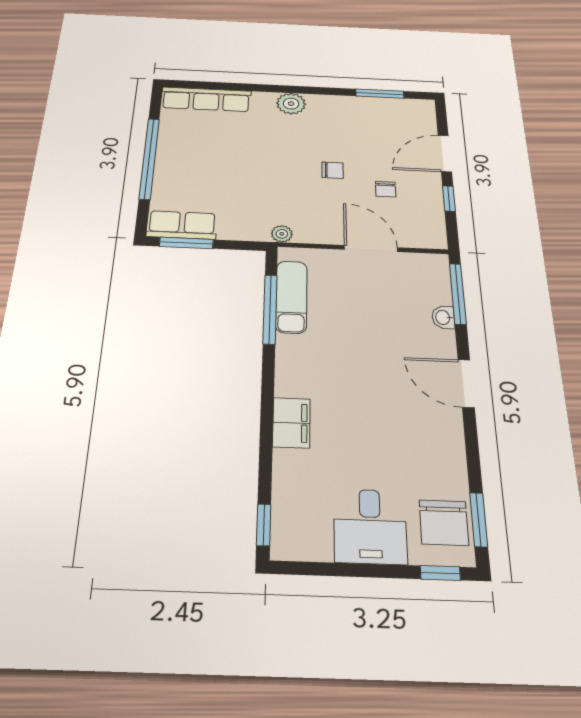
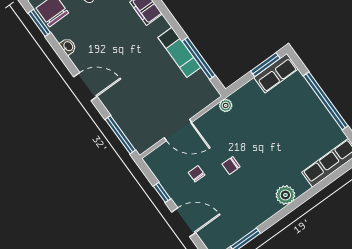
door: (445, 154) -> (184, 222), hinge flipped
exam couch: (291, 297) -> (179, 52), moved
washbasin: (443, 317) -> (68, 46), moved

